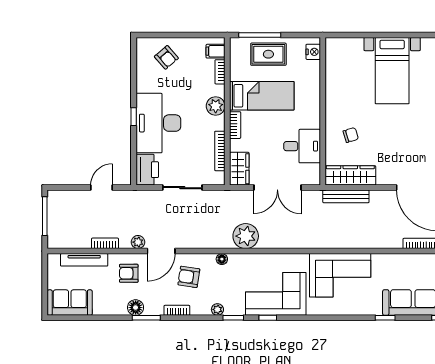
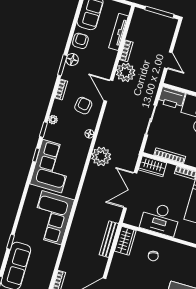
desk: (302, 146) -> (160, 219), width x1.37
wardrobe: (350, 175) -> (125, 241), width x0.67
plant: (138, 242) -> (126, 72), width x1.87, depth x1.87
armchair: (129, 273) -> (80, 41), moved

